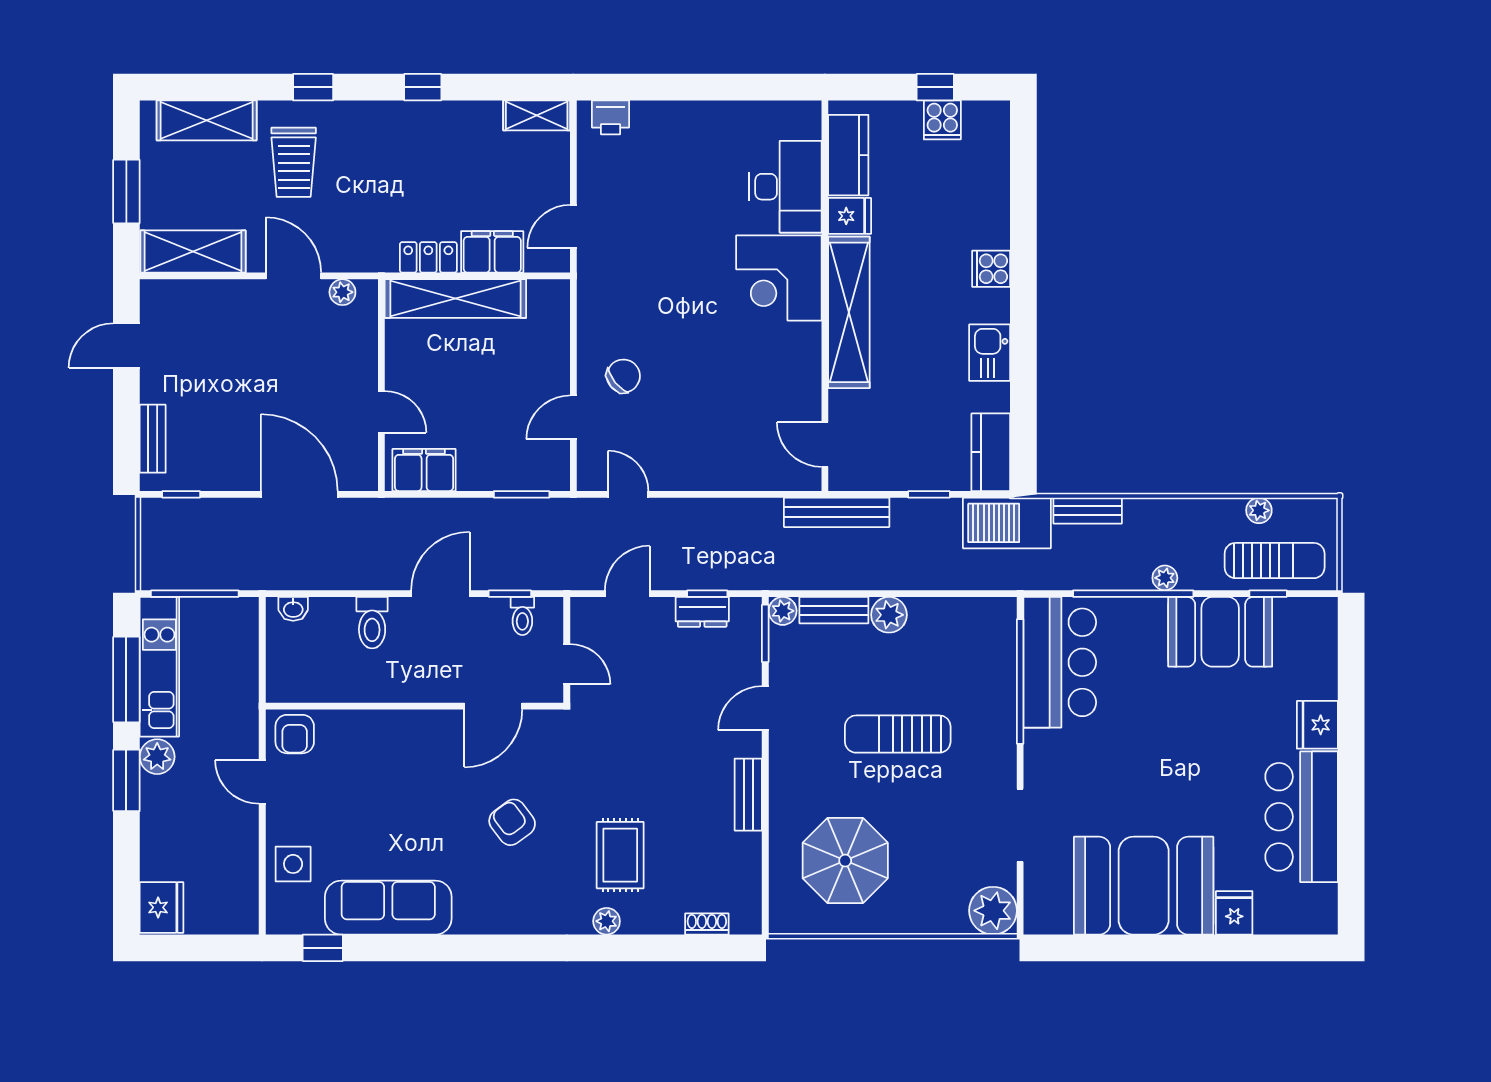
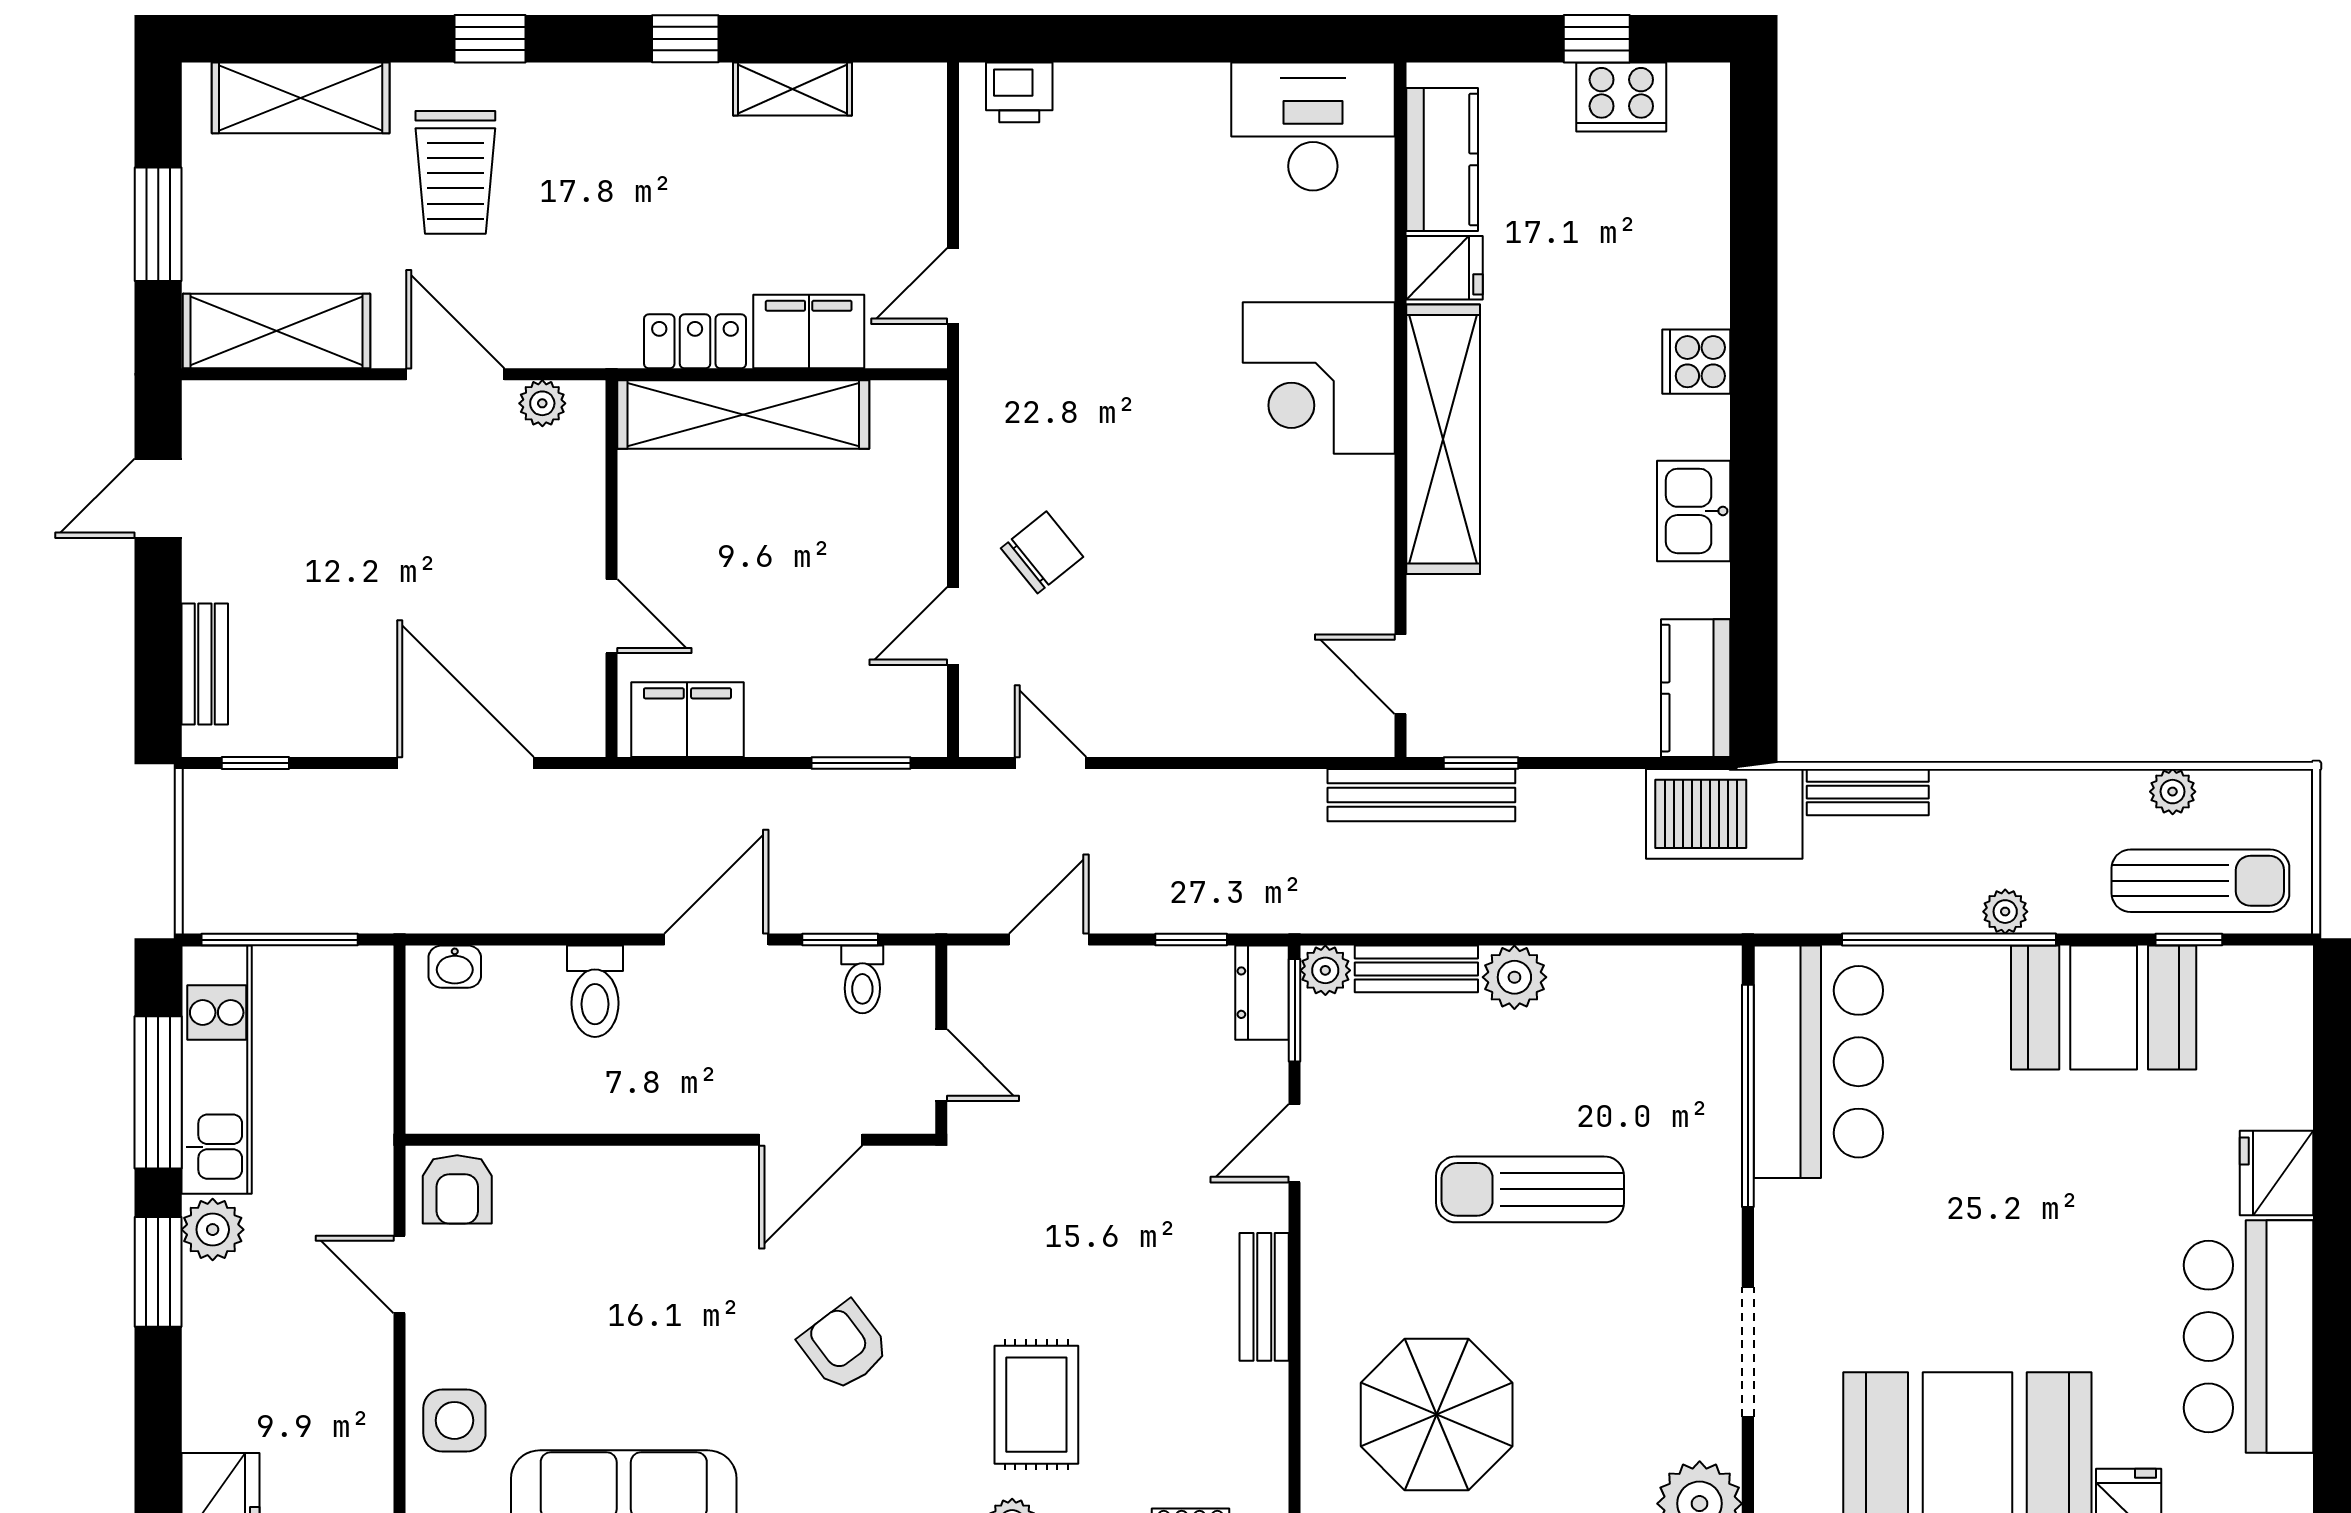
shelving: (537, 115) -> (792, 89), moved
cooker: (942, 120) -> (1621, 97), width x1.36
desk: (786, 187) -> (1313, 126), moved, turned -90
window: (929, 494) -> (1481, 763), moved
dresser: (702, 612) -> (1262, 993), moved, turned 90

